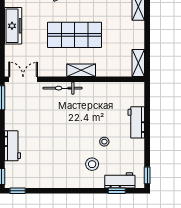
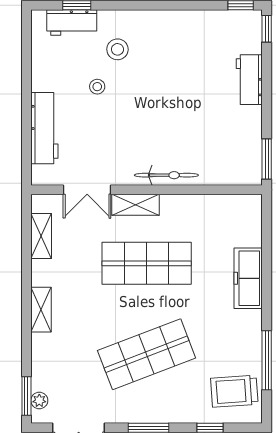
shelving: (138, 63) -> (41, 236), moved
double door: (23, 79) -> (87, 190), moved
workbench: (136, 122) -> (44, 128), width x1.38
window: (147, 175) -> (26, 31), removed

